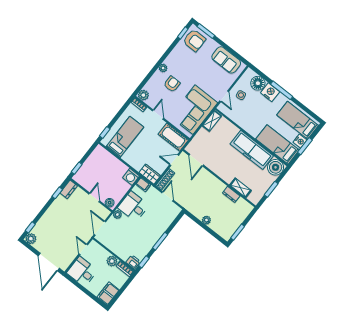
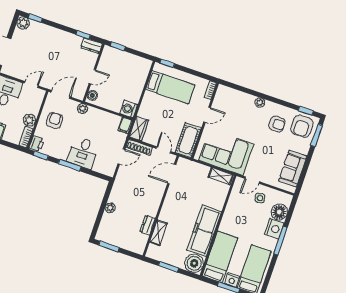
armchair: (172, 84) -> (277, 124), moved
plant: (143, 95) -> (223, 91), removed
desk: (133, 206) -> (83, 153), moved, turned 180
armchair: (119, 241) -> (54, 120), added

